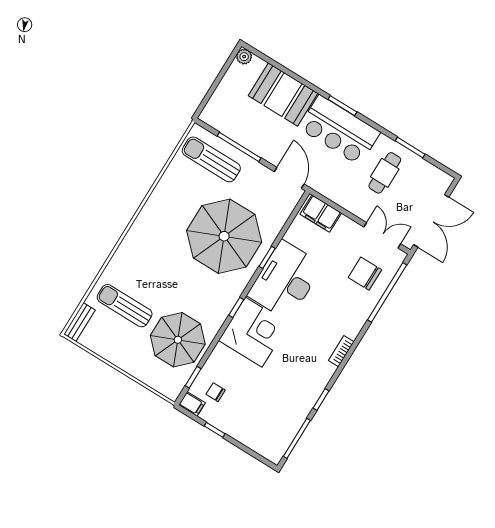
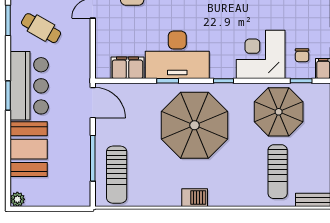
cafe table: (385, 173) -> (41, 28), turned 30
door: (289, 178) -> (93, 103), swing flipped
filing cabinet: (321, 214) -> (127, 68), moved, turned -90
barbecue: (147, 217) -> (195, 198), added
parasol: (224, 236) -> (195, 125), moved
corner desk: (254, 332) -> (261, 54), moved

